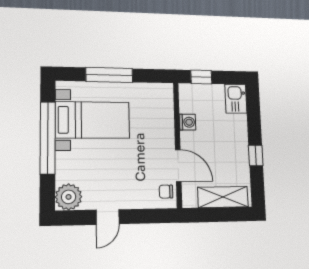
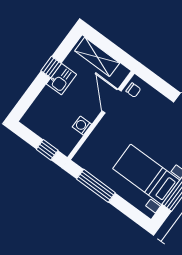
window: (109, 75) -> (96, 186), moved
kitchen sink: (236, 99) -> (61, 79), moved

